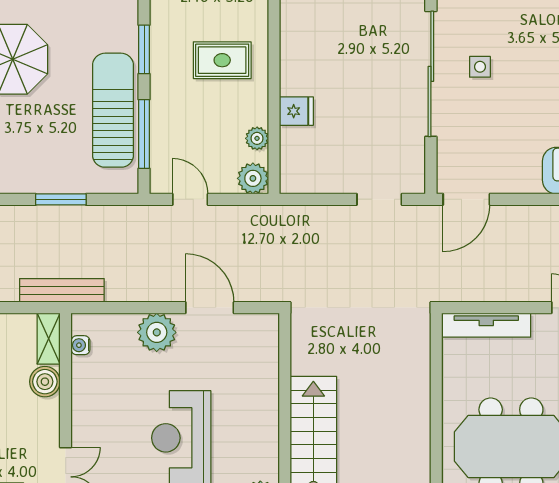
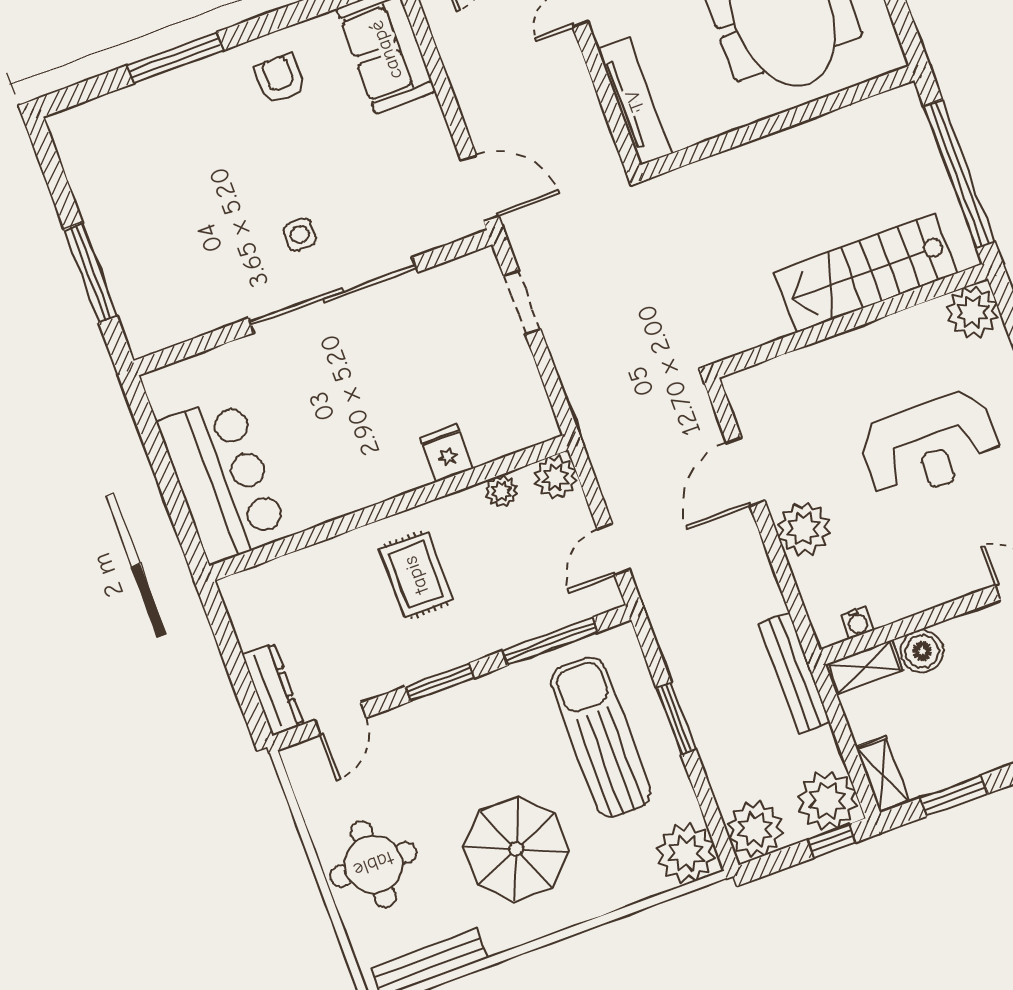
sun lounger: (113, 110) -> (601, 737), moved, turned 90

